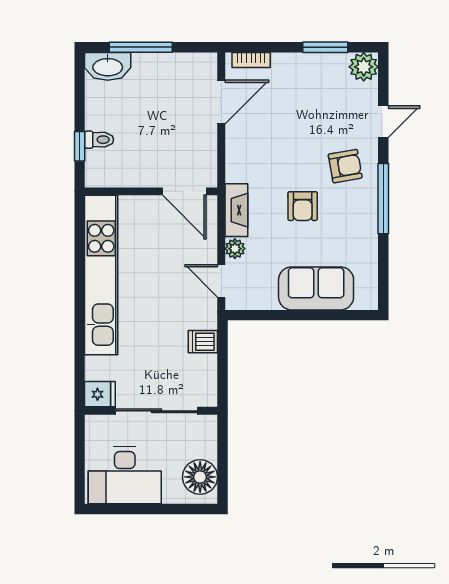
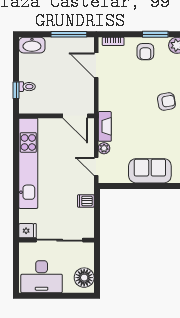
window: (141, 47) -> (69, 34), moved
door: (221, 102) -> (96, 65), swing flipped
armchair: (303, 206) -> (145, 52), moved

